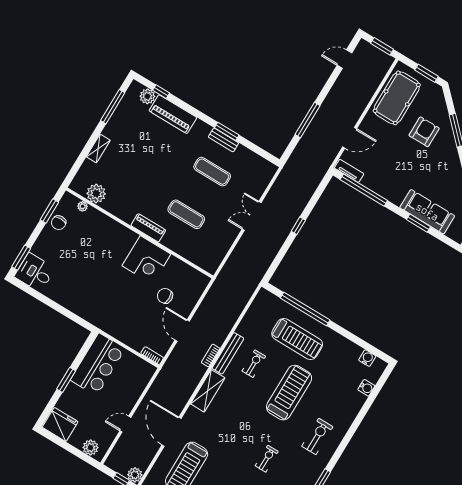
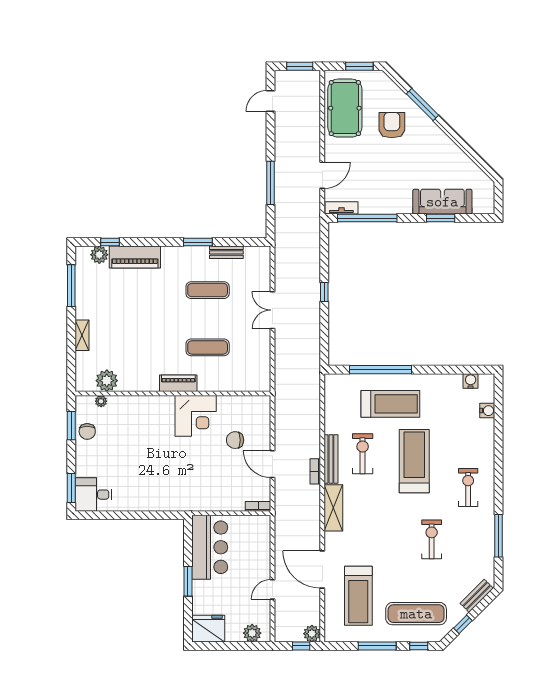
bench: (223, 140) -> (226, 252), moved
exercise bike: (254, 364) -> (363, 454), width x1.38, depth x1.39
exercise bike: (267, 459) -> (432, 539), width x1.38, depth x1.39

